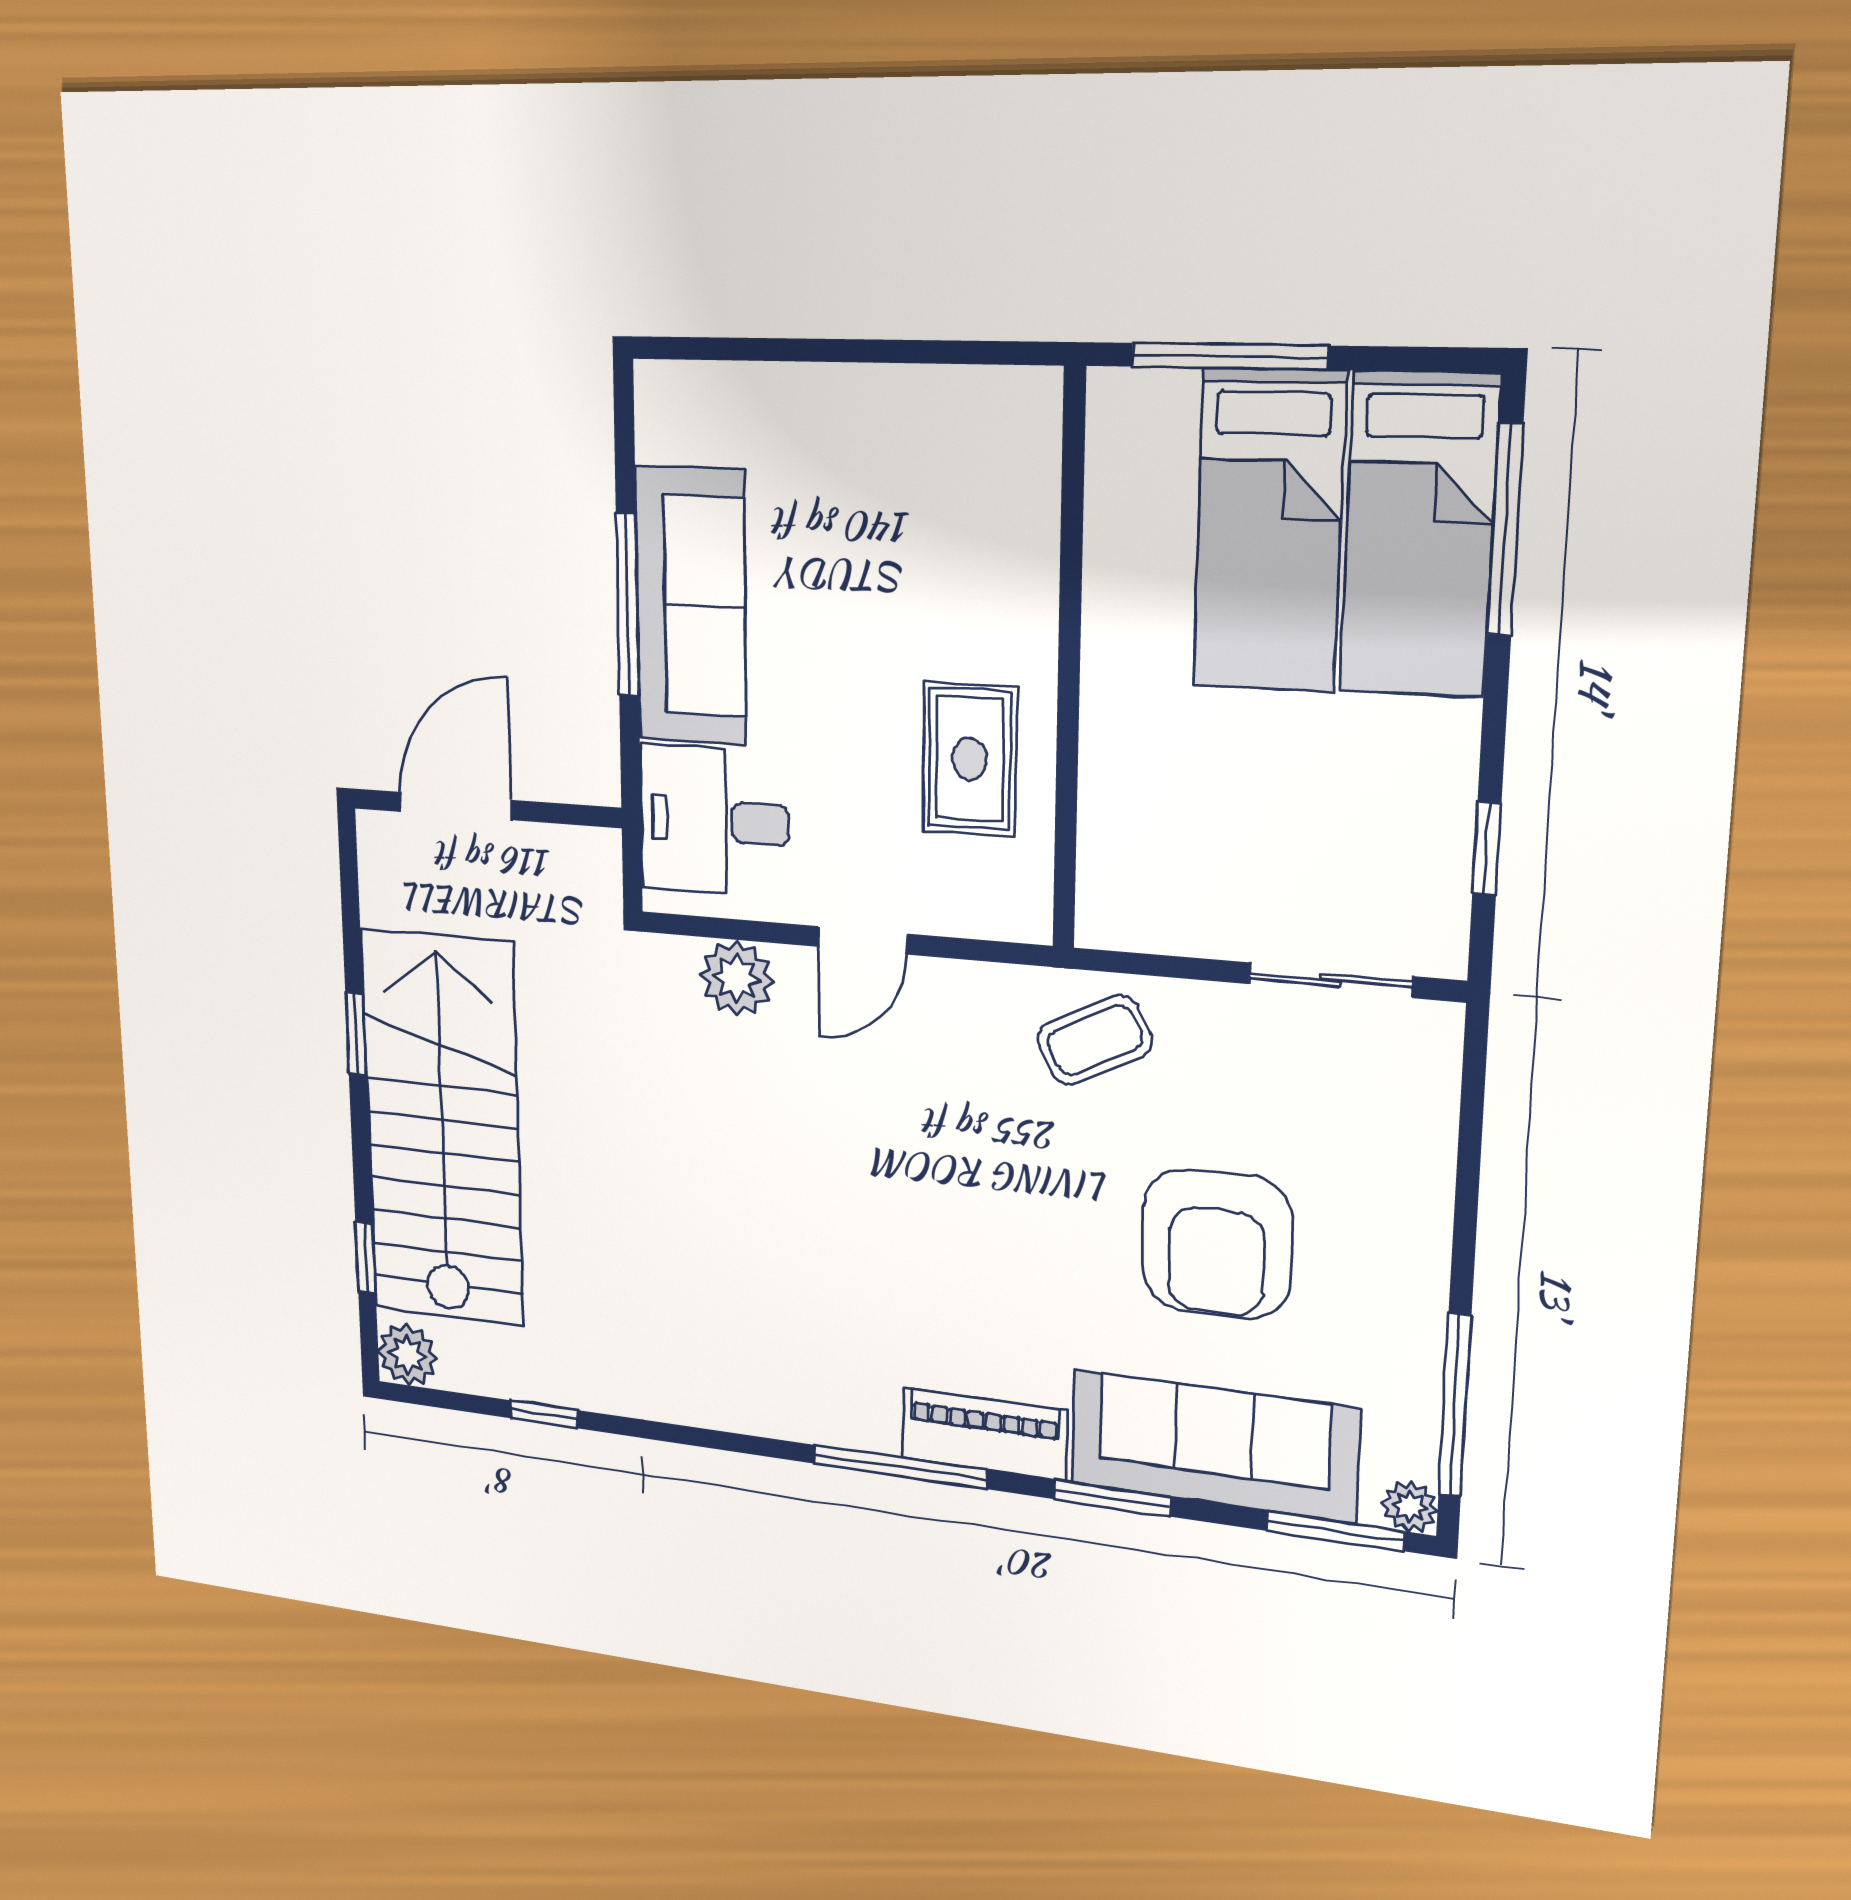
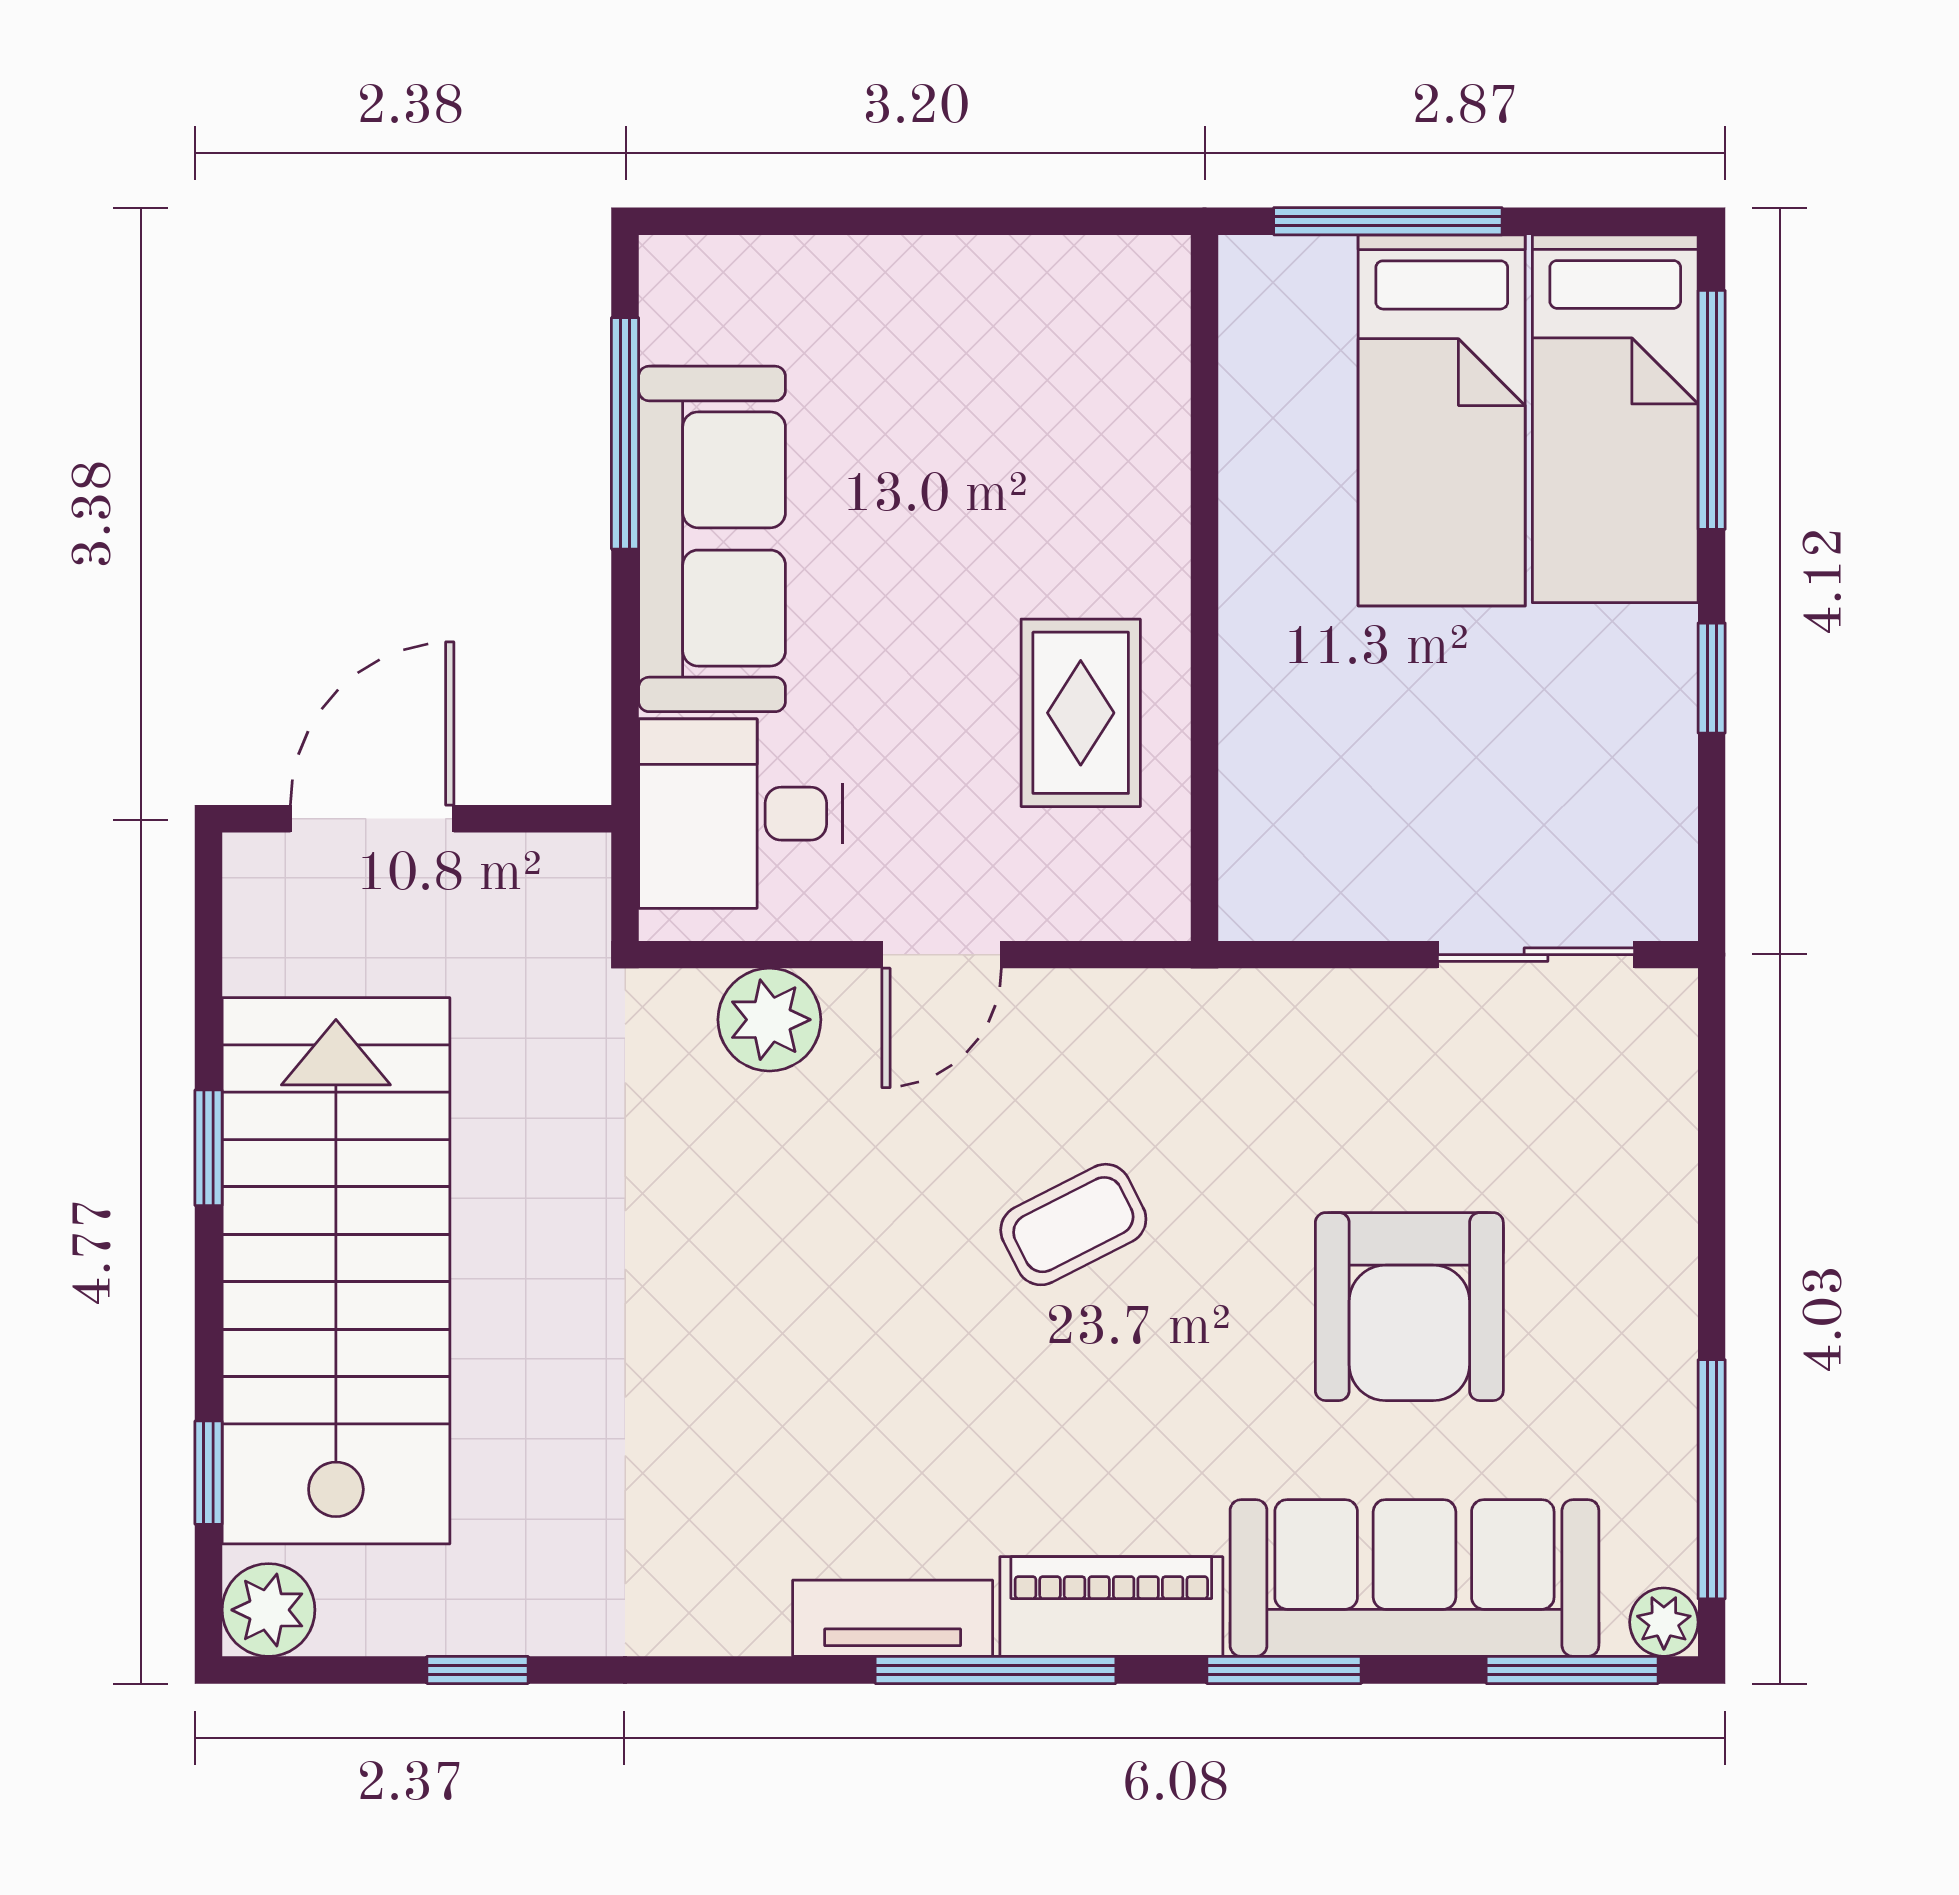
window: (627, 605) -> (625, 433), moved
window: (1487, 848) -> (1712, 678), moved
coffee table: (1095, 1040) -> (1073, 1225), moved
tv unit: (827, 1420) -> (893, 1618), added

